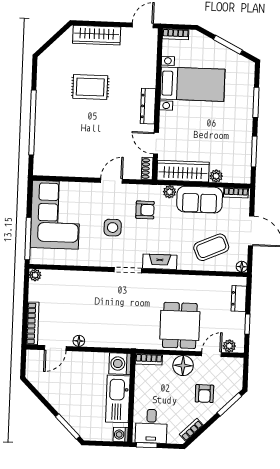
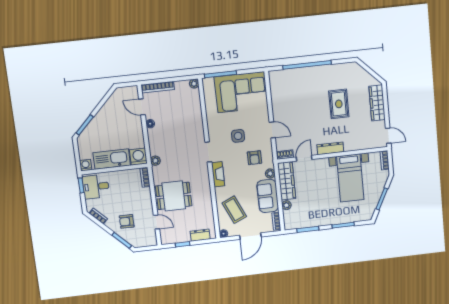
plant: (229, 346) -> (155, 161), moved
floor lamp: (183, 366) -> (145, 203), removed

